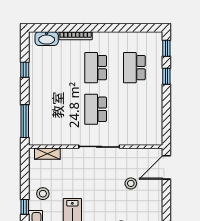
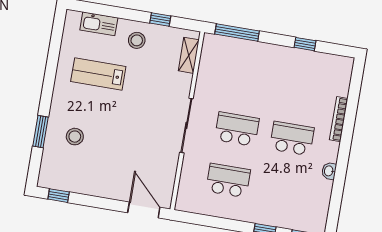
washbasin: (47, 39) -> (329, 171), moved, width x0.52, depth x0.69
school desk: (134, 68) -> (228, 180), moved
stool: (131, 183) -> (131, 159), removed
window: (25, 207) -> (160, 20), moved

